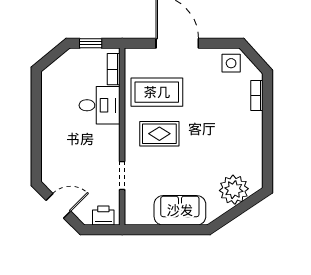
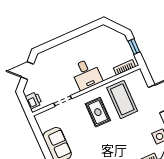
desk: (100, 105) -> (86, 74), moved
door: (58, 206) -> (27, 71), swing flipped

